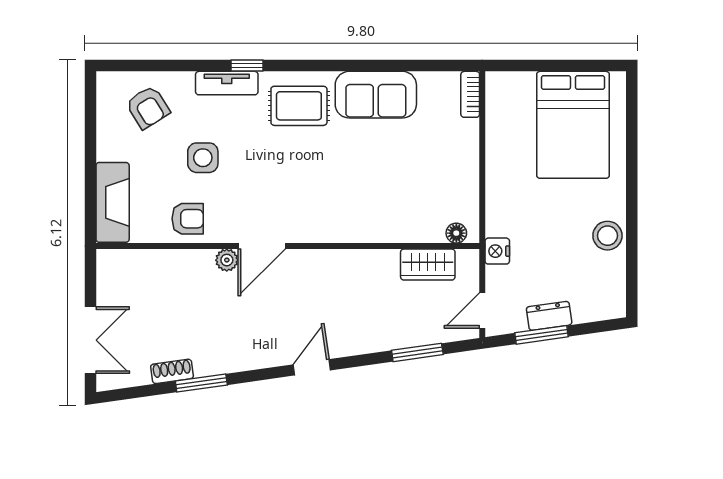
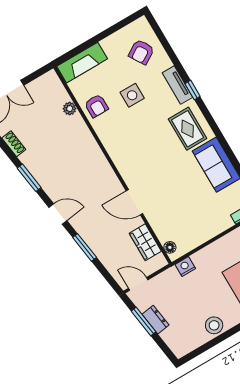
door: (262, 246) -> (134, 202), moved
nightstand: (497, 251) -> (185, 267), moved
plant: (227, 260) -> (70, 109), moved
window: (417, 352) -> (85, 247), moved
window: (201, 383) -> (29, 178), moved

